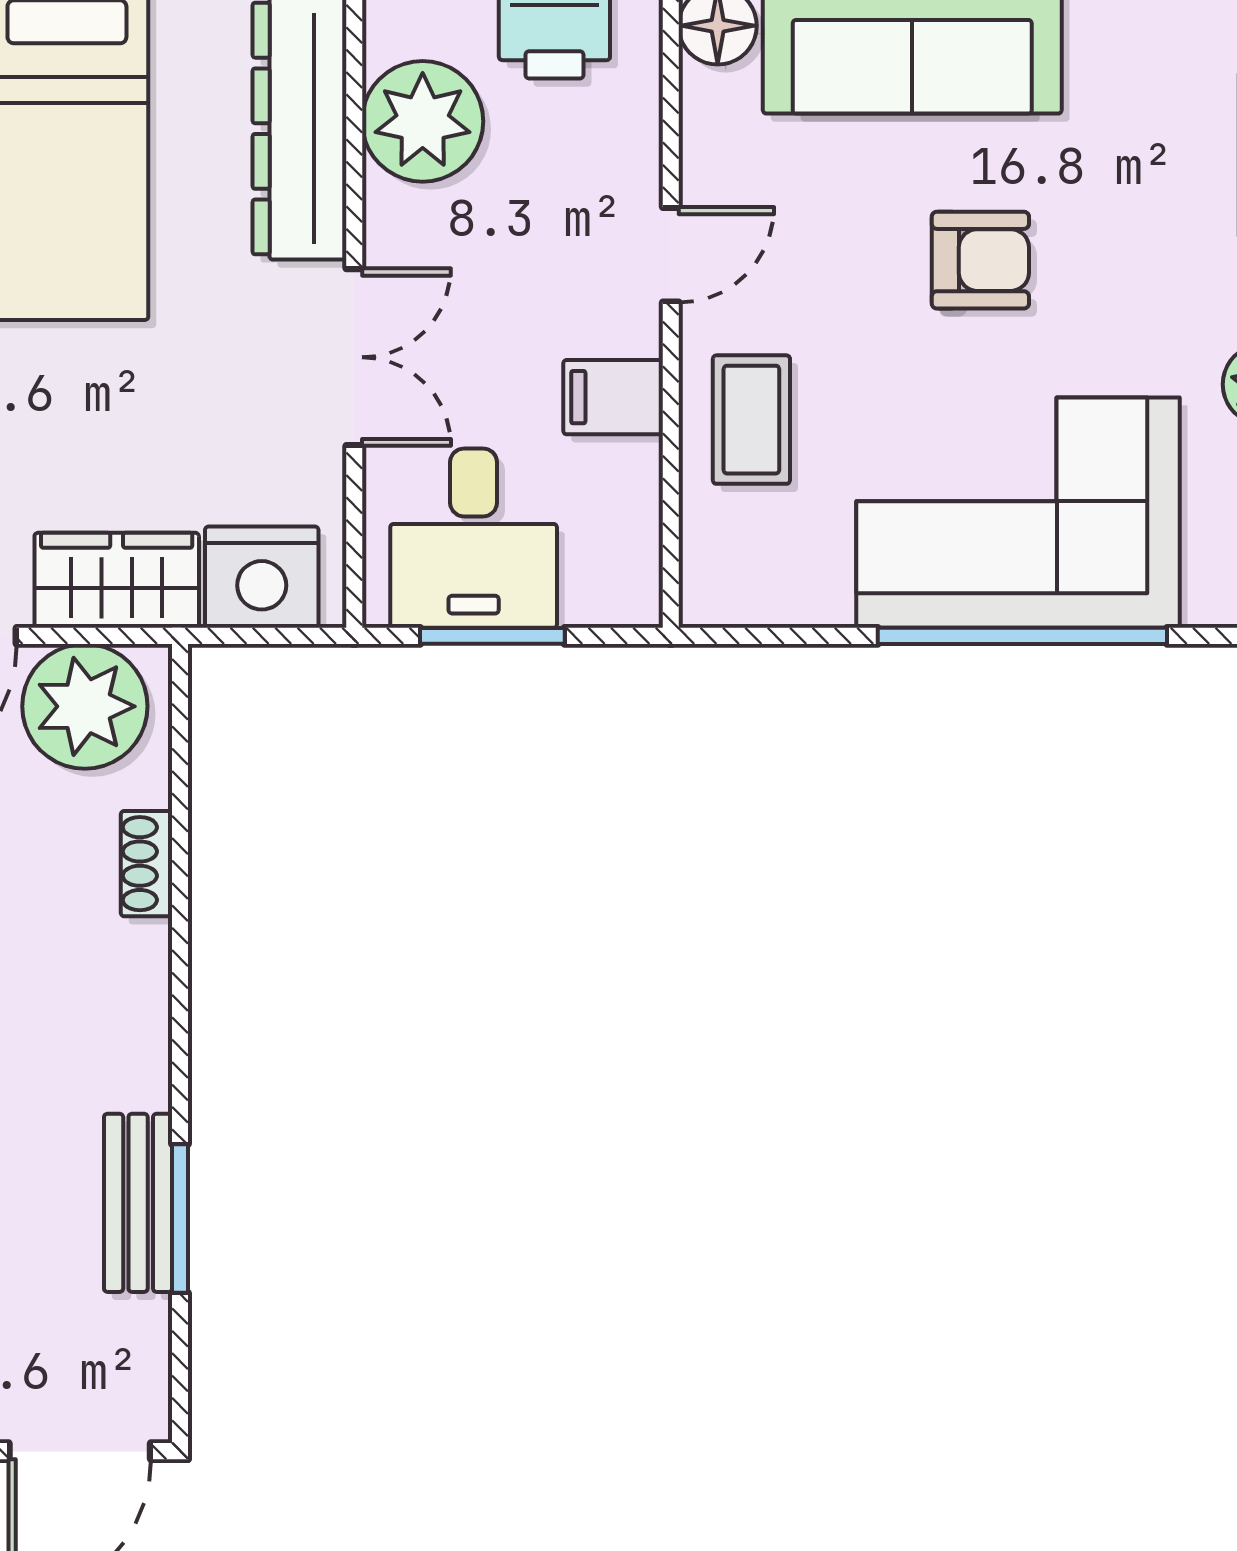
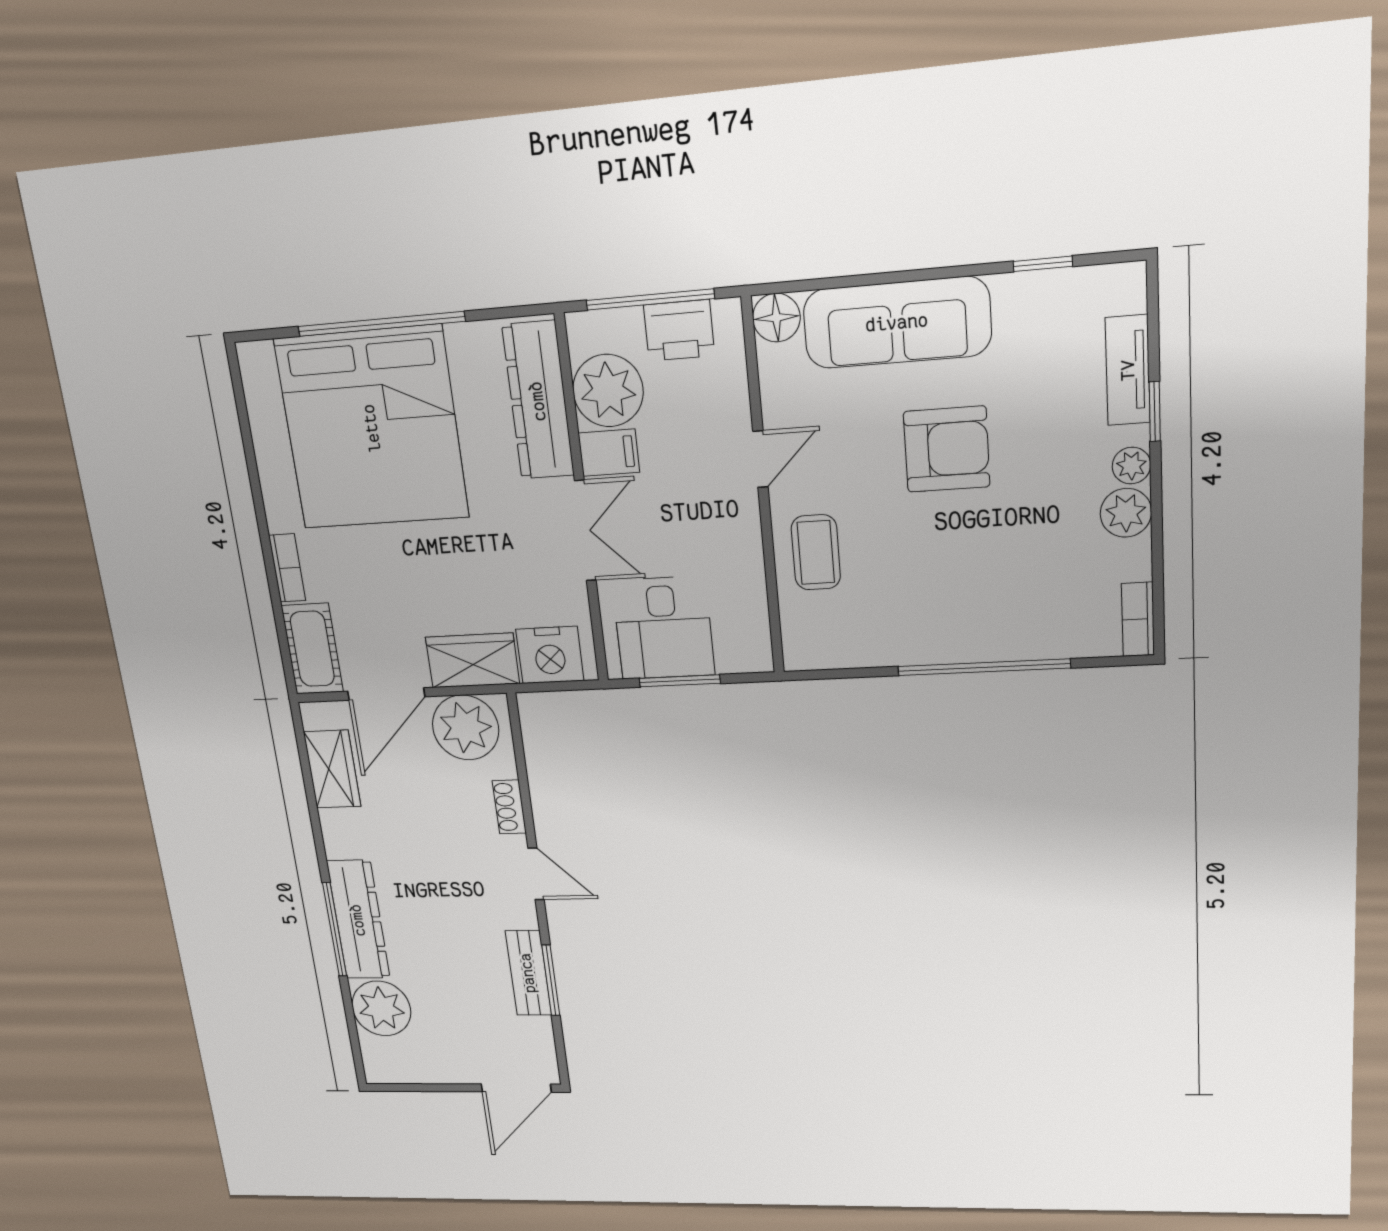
armchair: (980, 260) -> (947, 449), width x1.38, depth x1.38
filing cabinet: (613, 397) -> (609, 453), moved, turned 180
corner sofa: (1018, 513) -> (977, 597), removed
door: (180, 999) -> (536, 874), added

